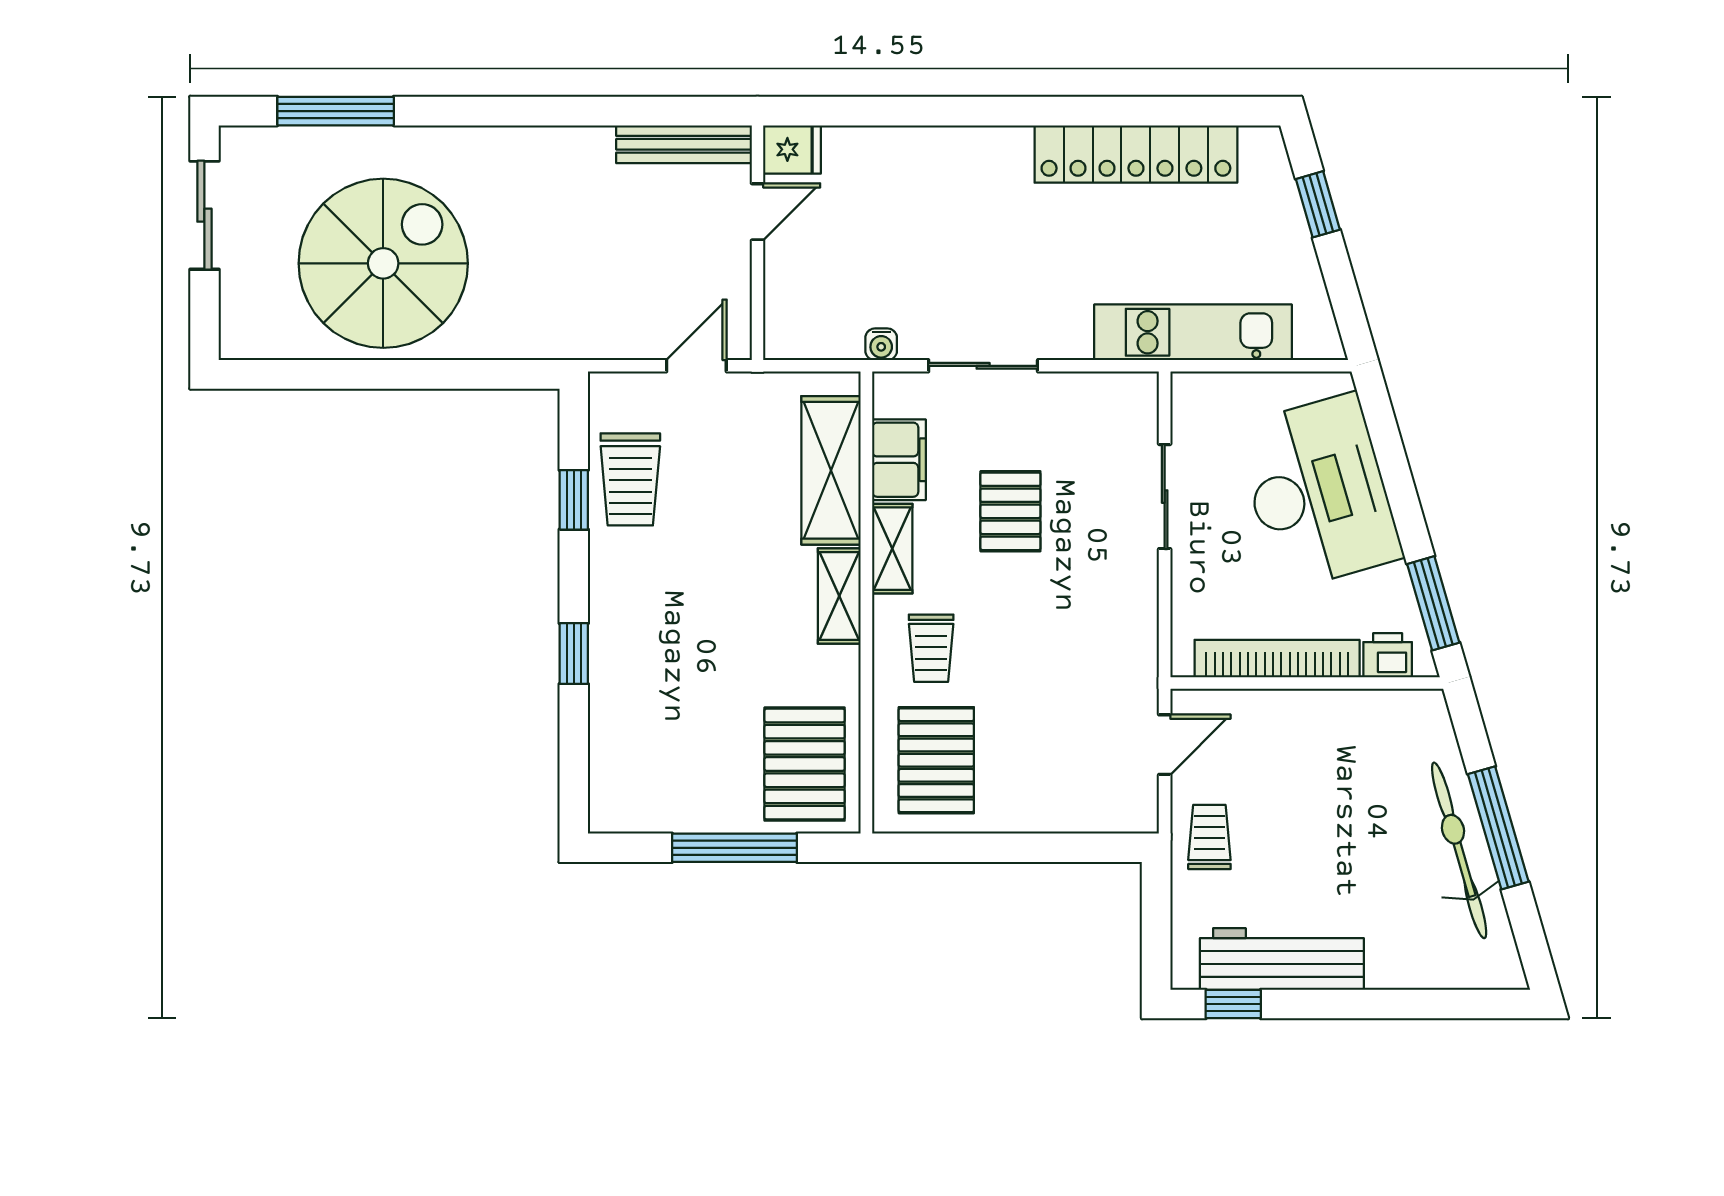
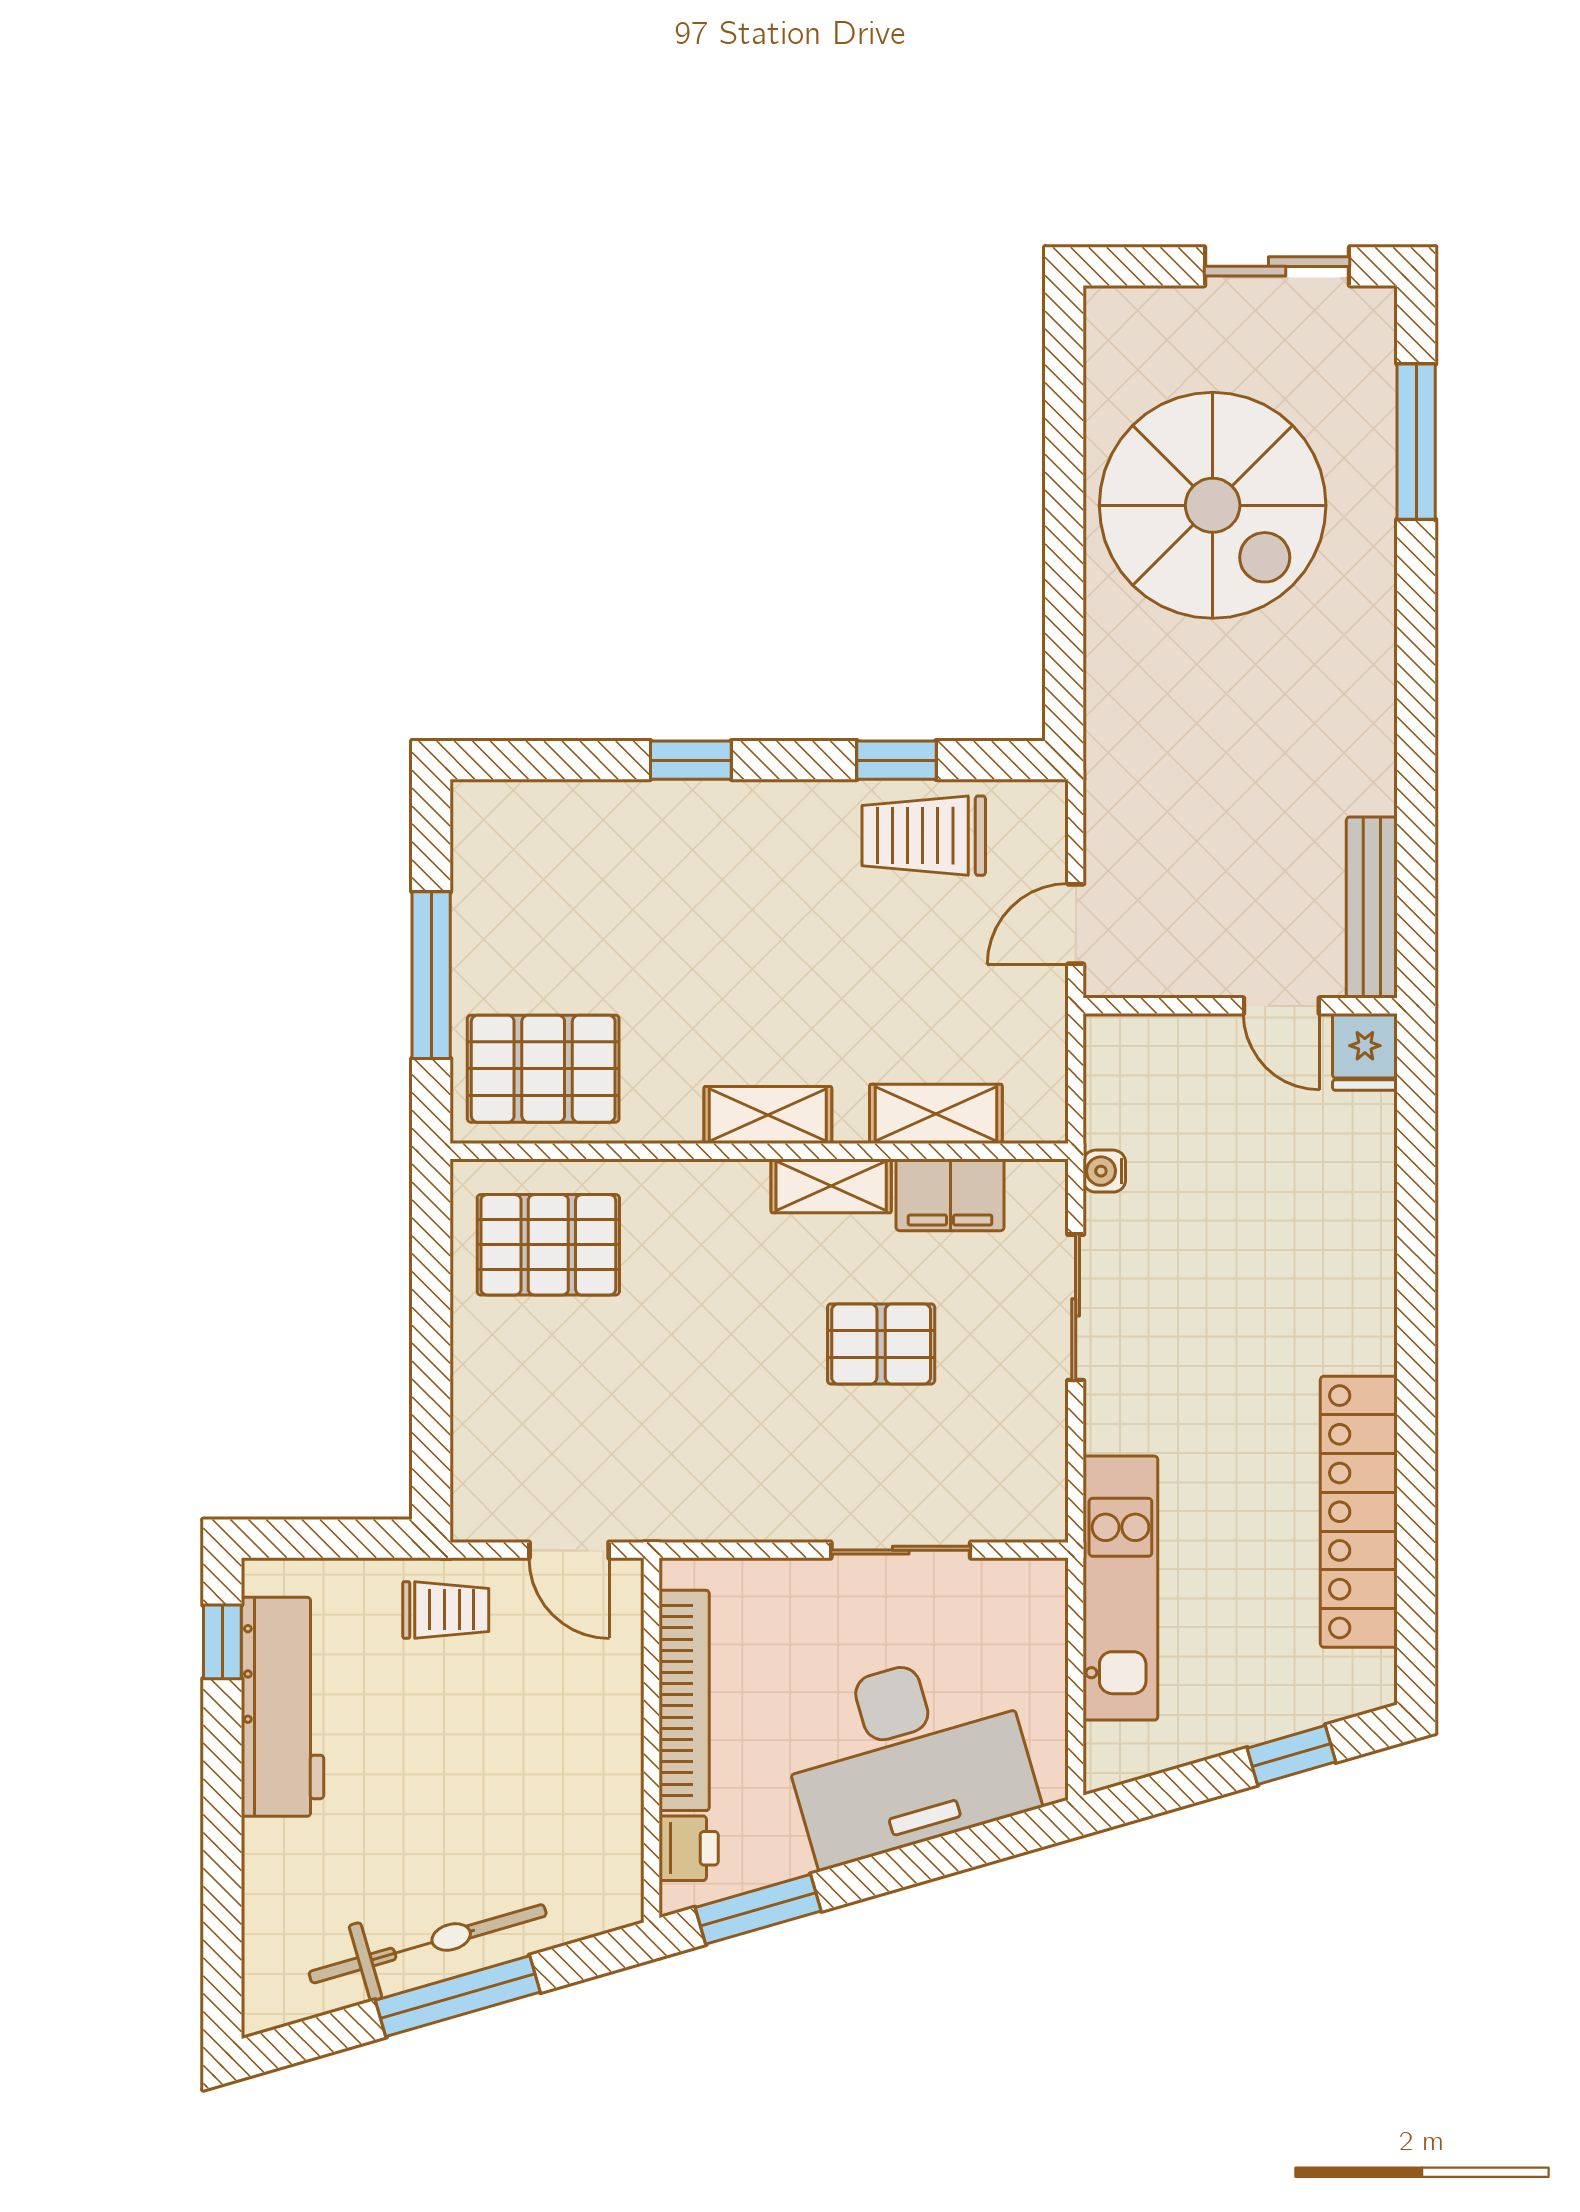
door: (696, 366) -> (1076, 924), swing flipped
shelving: (831, 470) -> (936, 1114), width x0.67, depth x0.75
trolley: (931, 648) -> (698, 1238), removed

